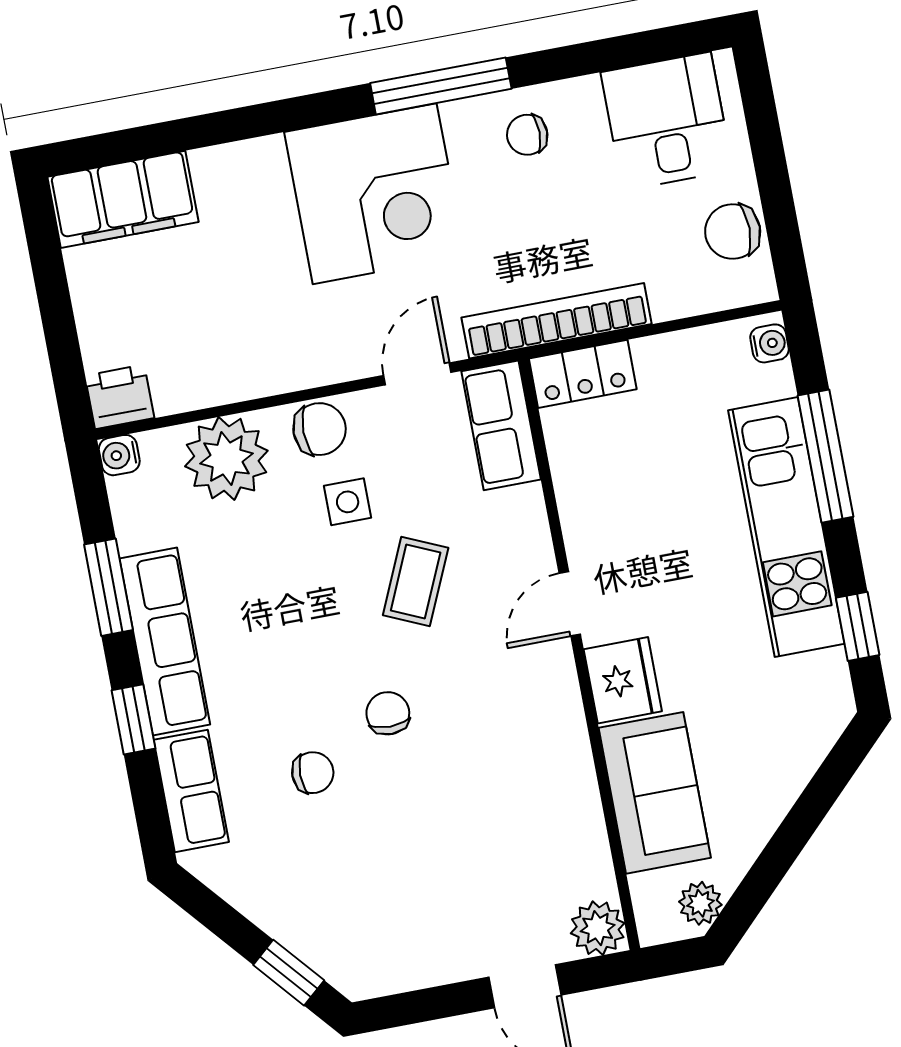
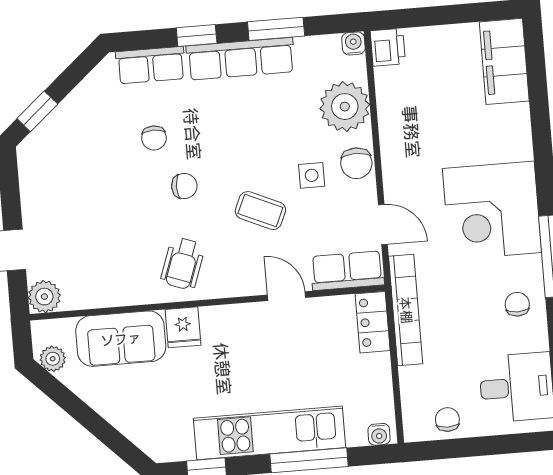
chair: (733, 232) -> (447, 419), width x0.73, depth x0.73
door: (570, 604) -> (286, 296), moved
fridge: (623, 680) -> (183, 327), width x0.72
wheelchair: (518, 702) -> (183, 264), added

